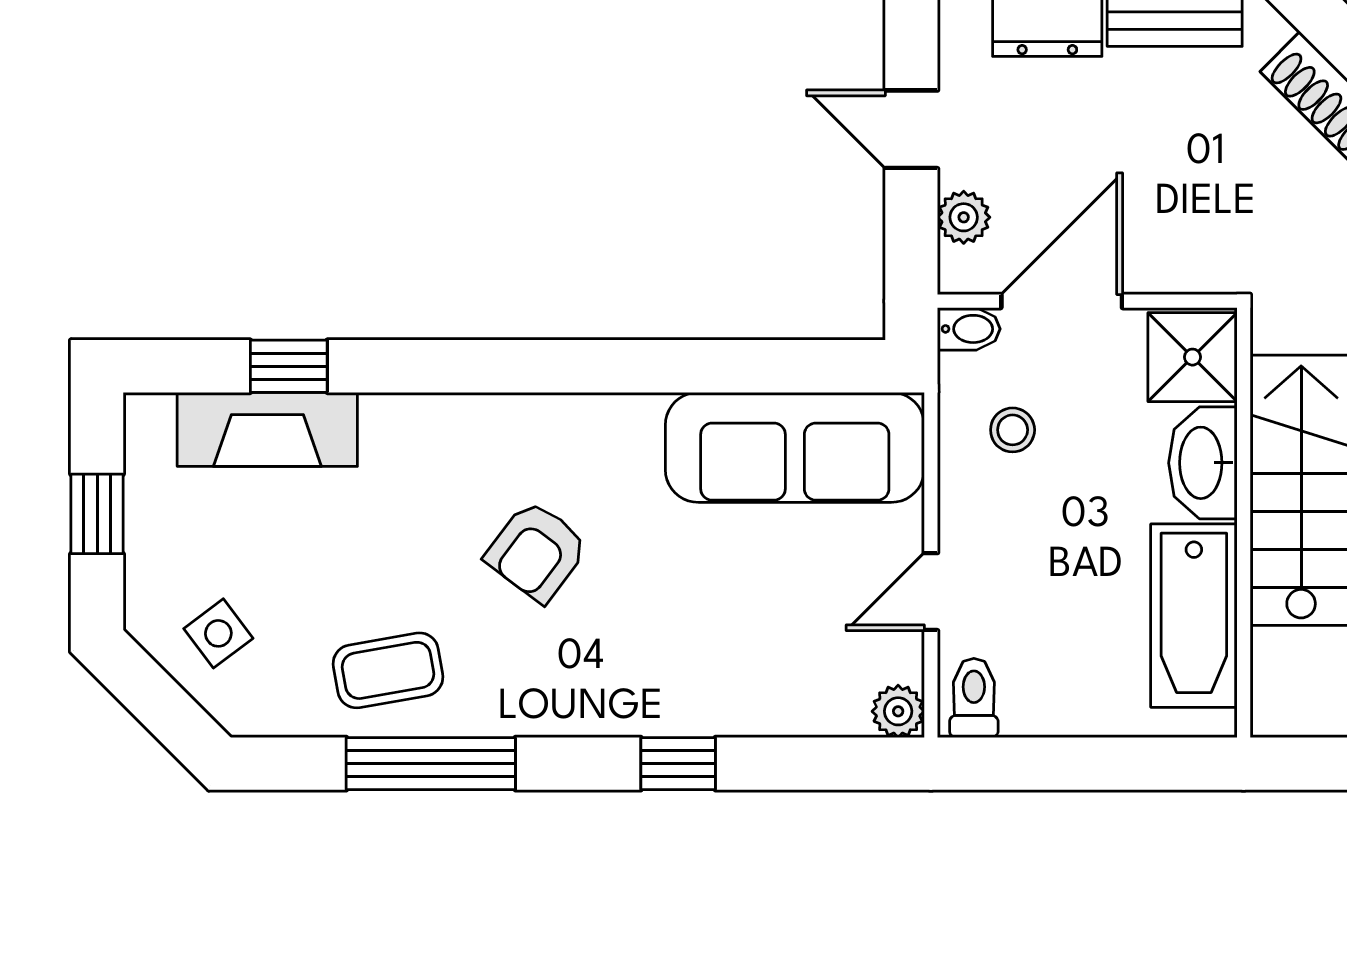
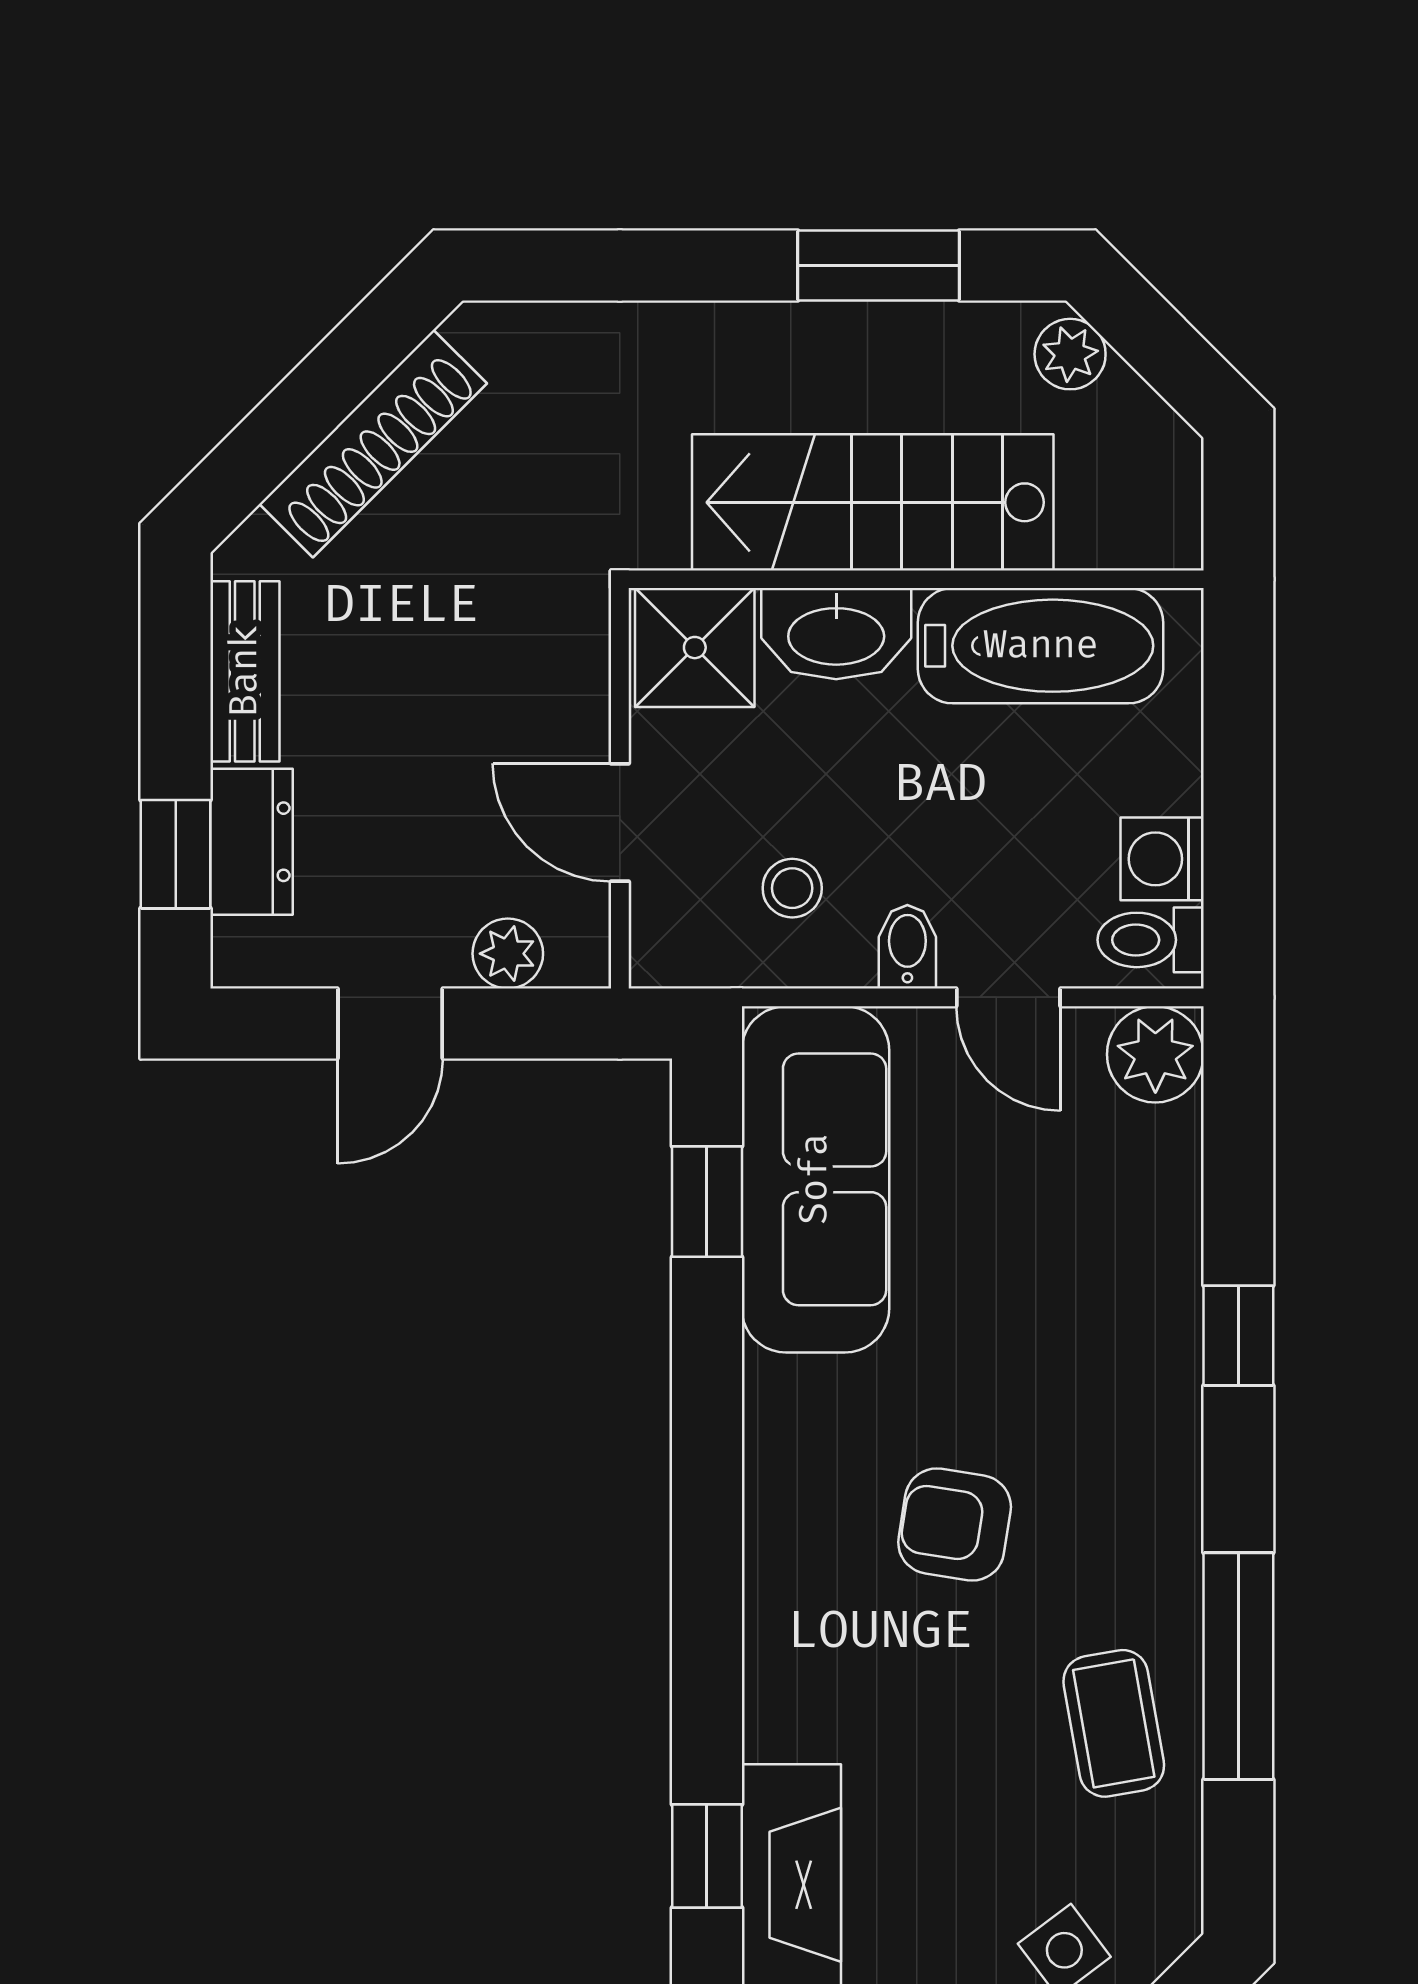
door: (1062, 301) -> (620, 823), width x0.73
bidet: (969, 329) -> (907, 947), moved
window: (778, 366) -> (707, 1202), added
armchair: (537, 551) -> (955, 1525), turned 152
washing machine: (1034, 706) -> (1162, 859), added
plant: (898, 711) -> (1155, 1054), width x1.38, depth x1.38

